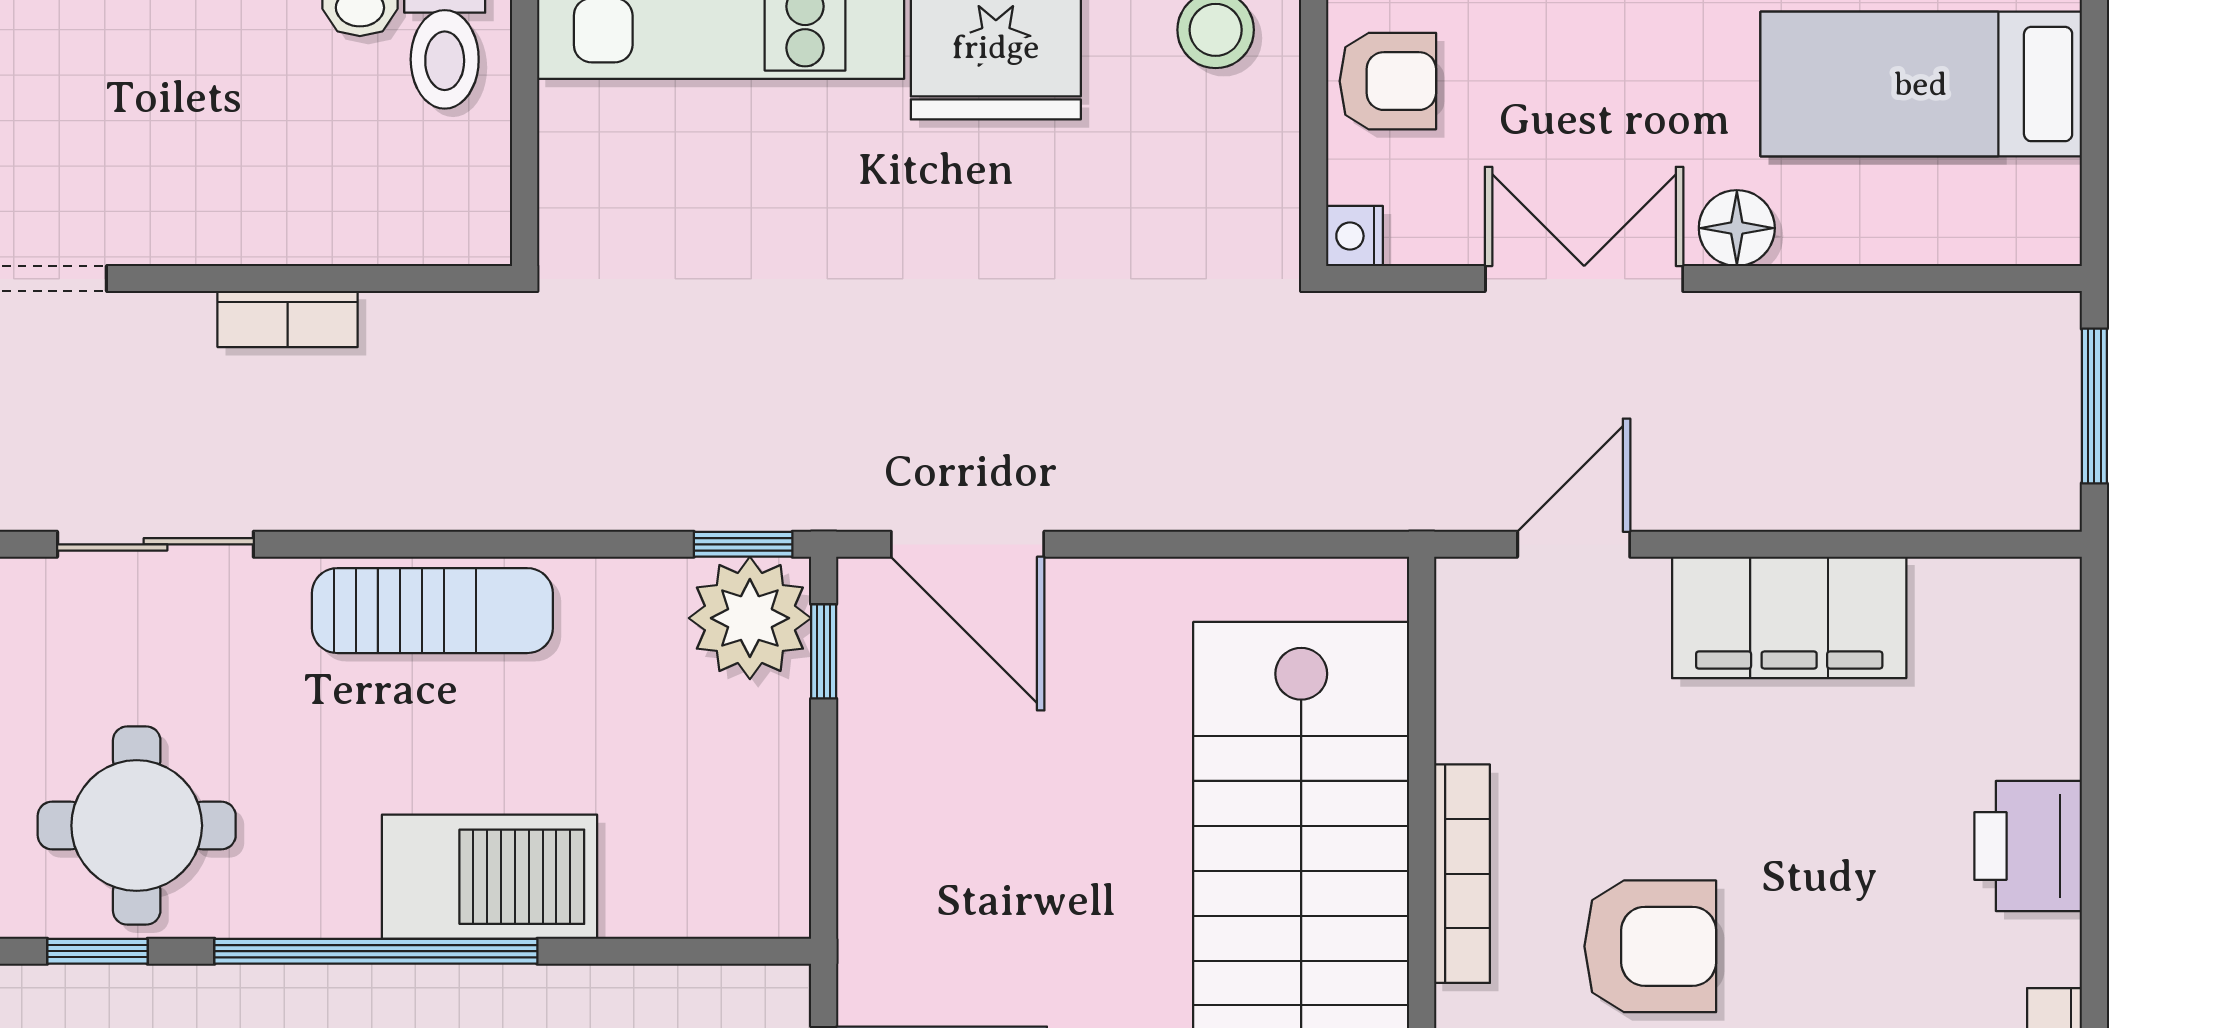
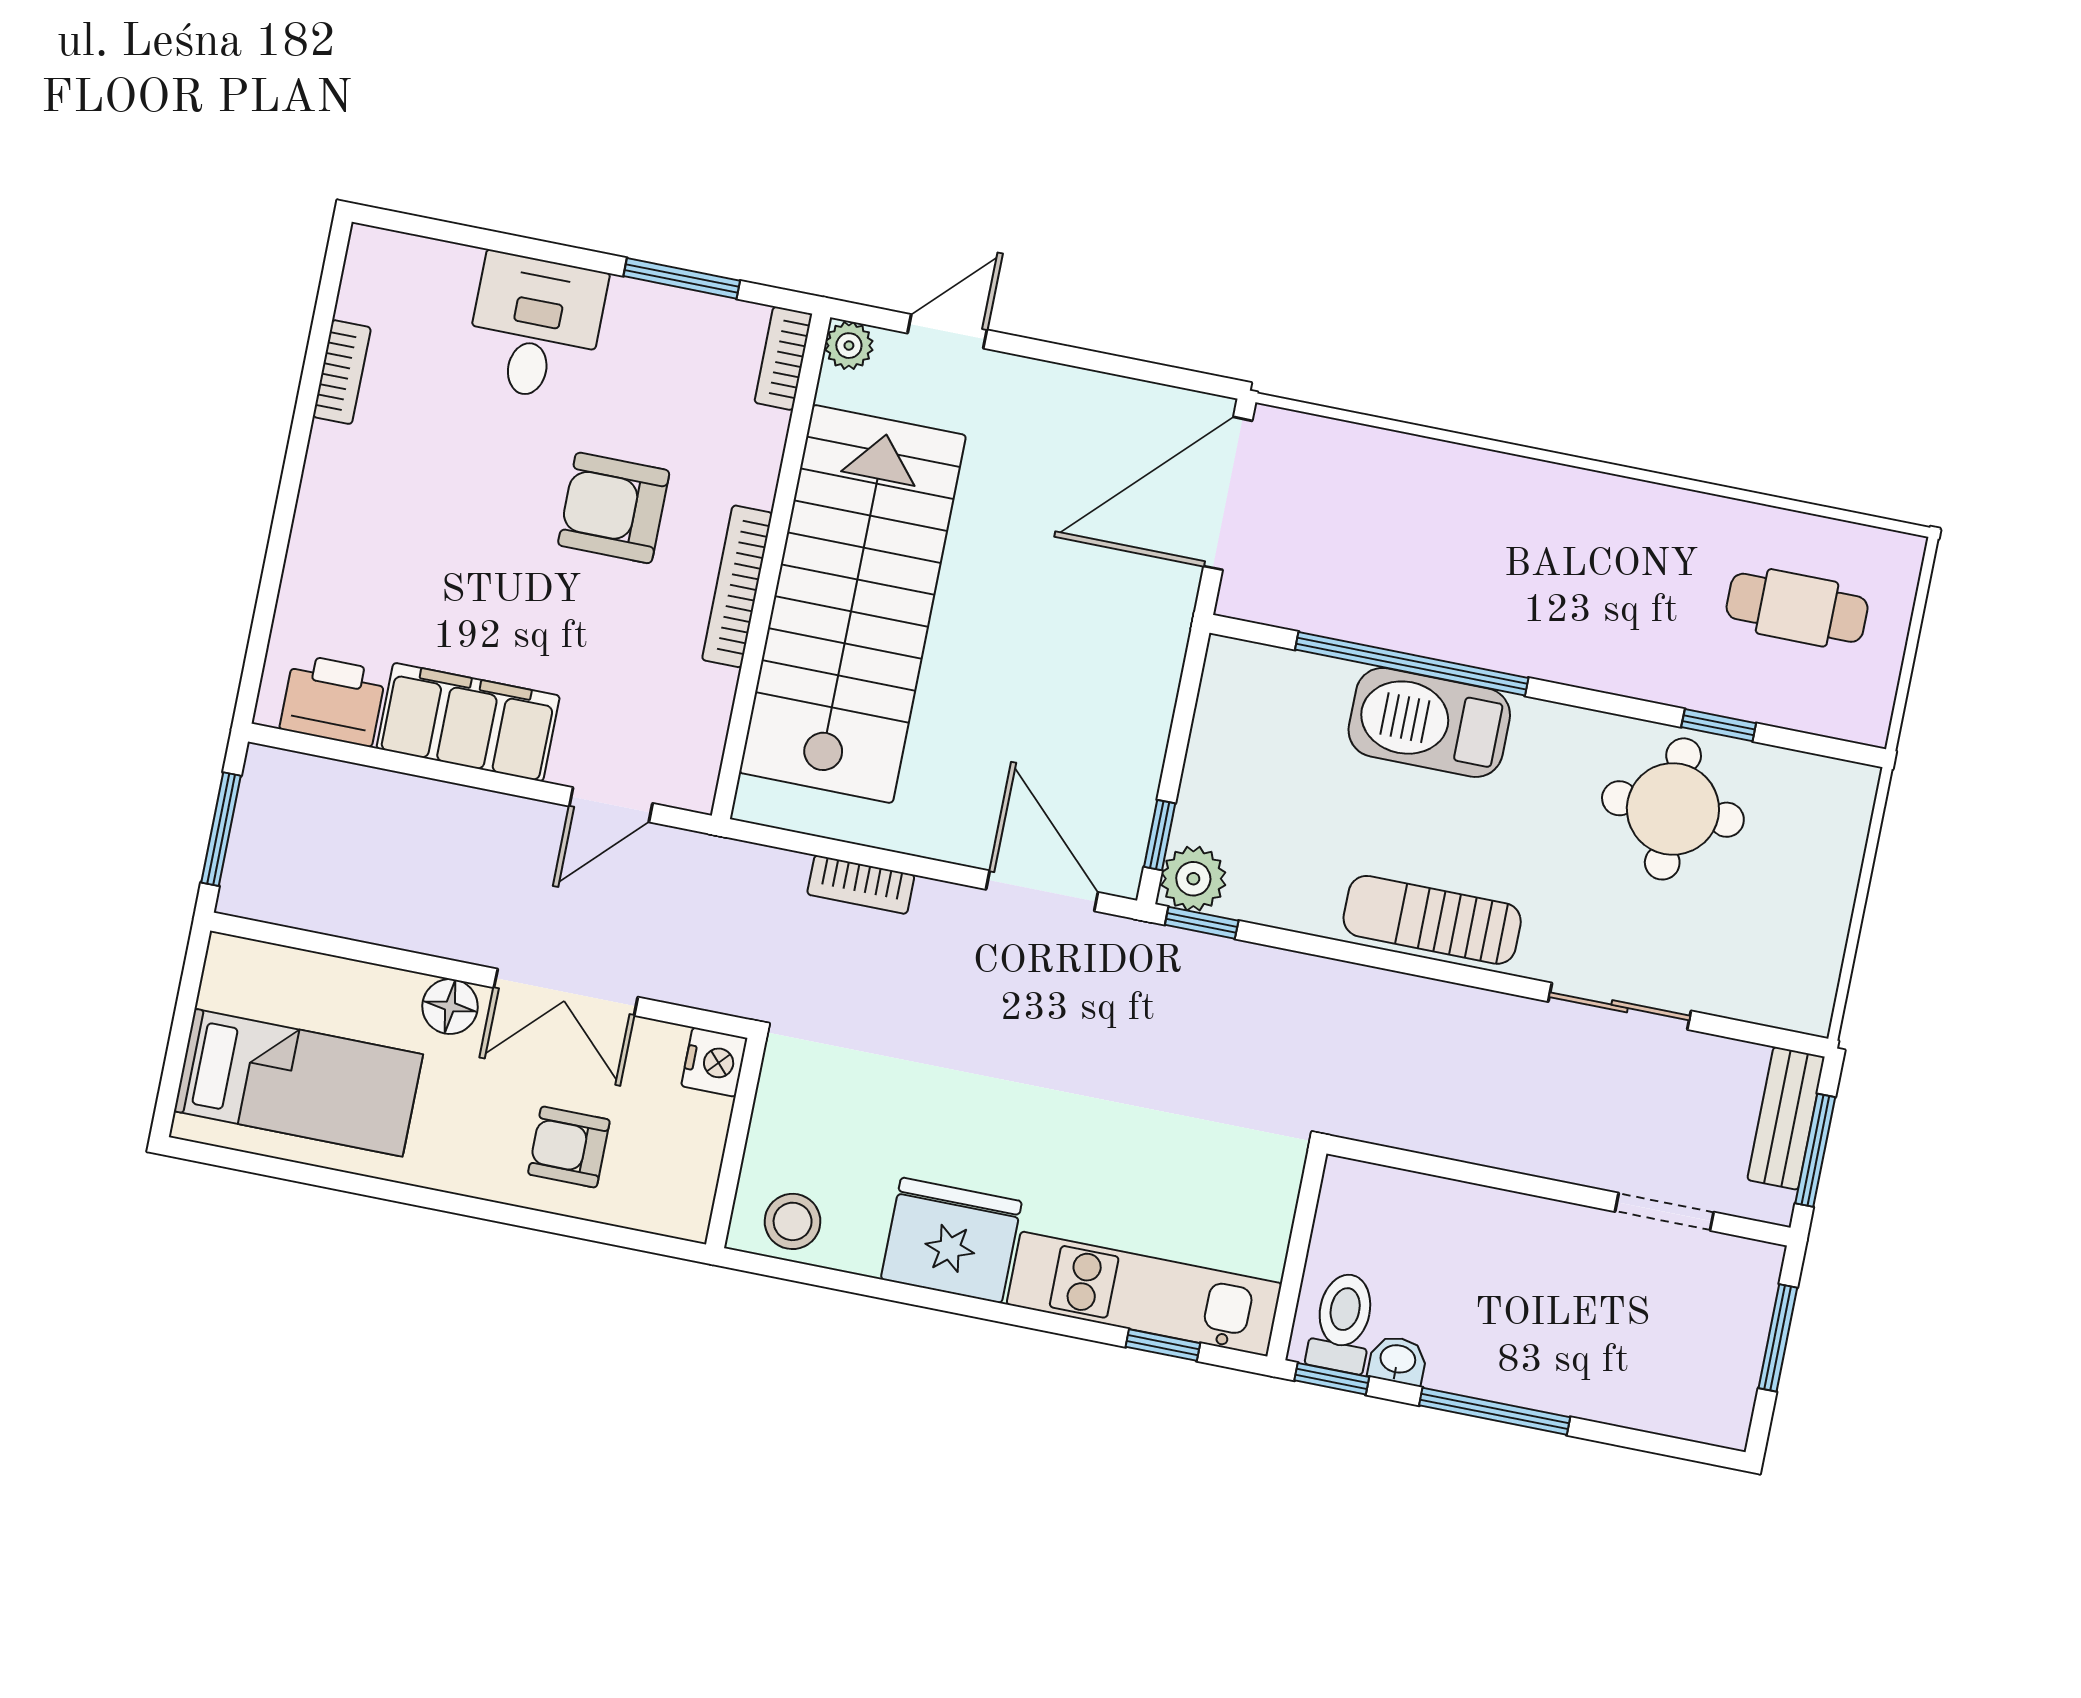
armchair: (1388, 81) -> (569, 1147), moved
nightstand: (1355, 236) -> (714, 1062), width x1.39, depth x1.35
bookcase: (288, 319) -> (861, 885), moved, turned 180
plant: (750, 618) -> (1193, 879), width x0.73, depth x0.73
printer: (2028, 846) -> (333, 700), moved, turned -90
window: (376, 951) -> (1412, 664), moved

